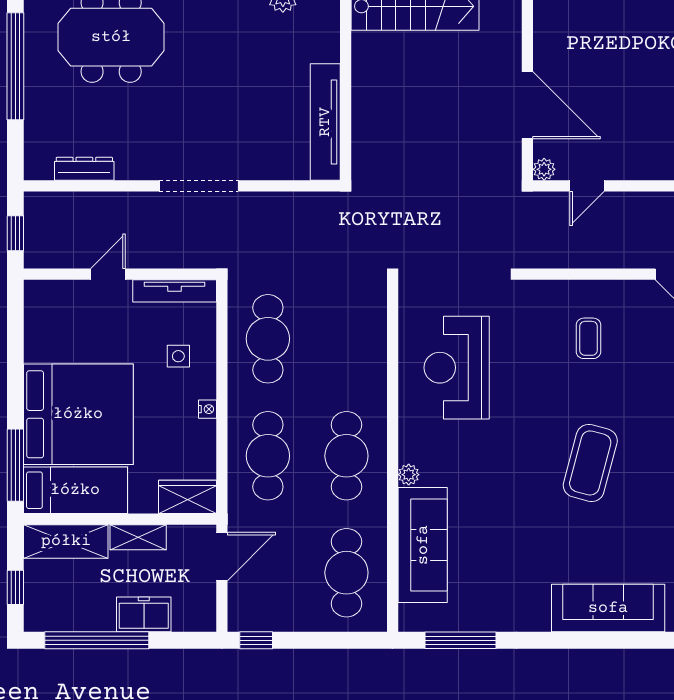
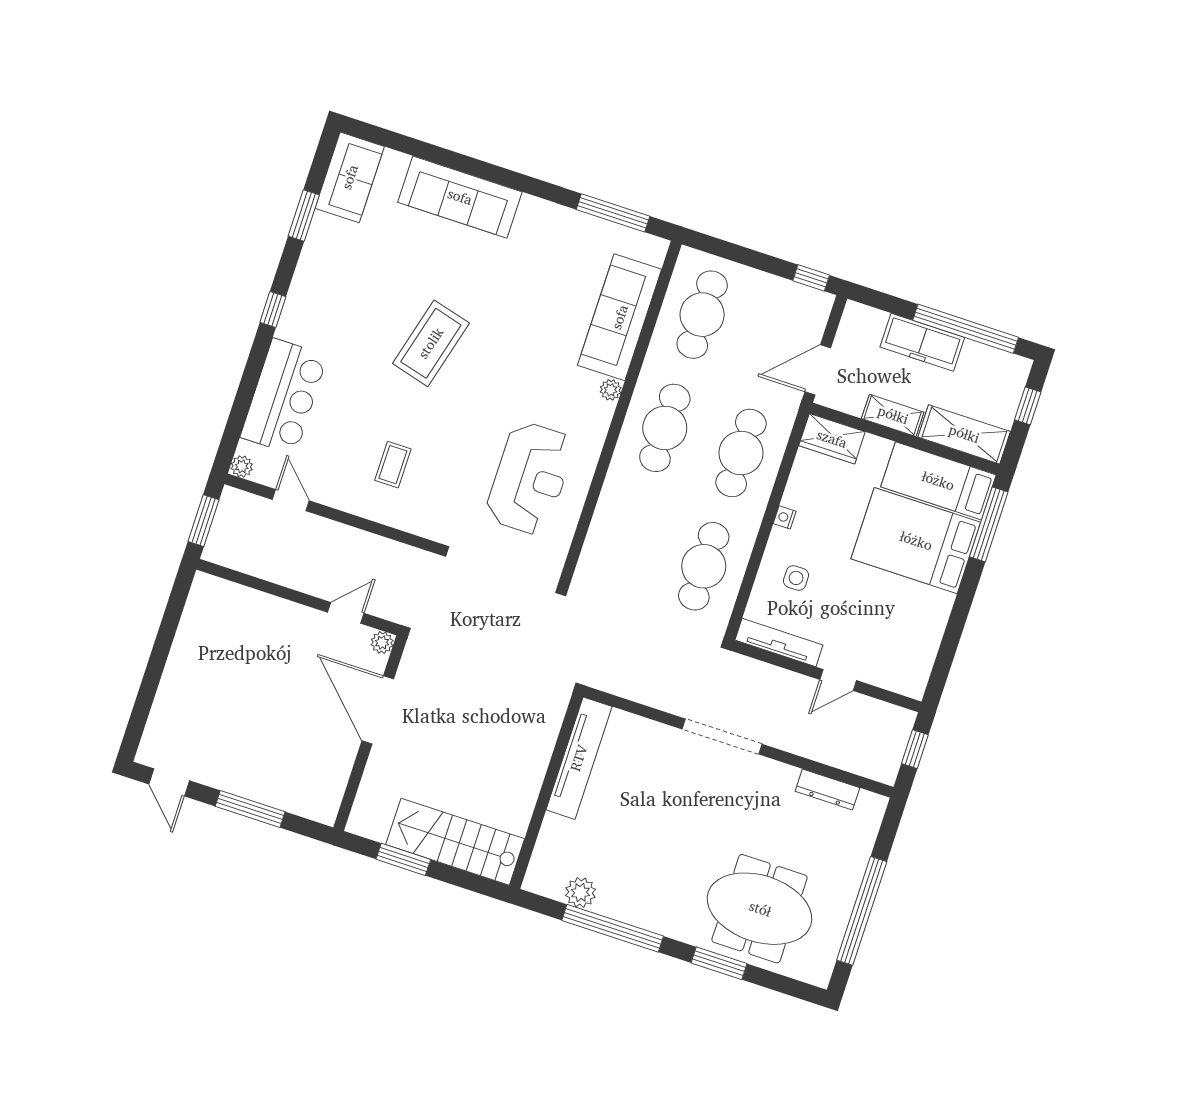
bed: (78, 414) -> (916, 541), width x0.73
freezer: (144, 614) -> (922, 342), width x1.40

